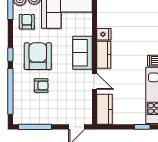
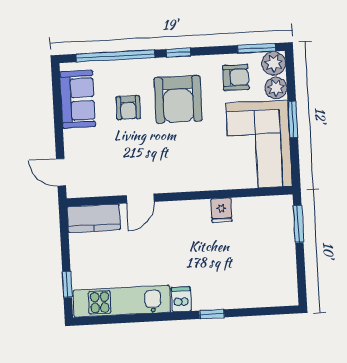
sofa: (83, 53) -> (78, 99), moved, turned 90
kitchen counter: (104, 55) -> (186, 212), removed
armchair: (38, 56) -> (178, 99), turned 90
window: (35, 127) -> (57, 101), removed

